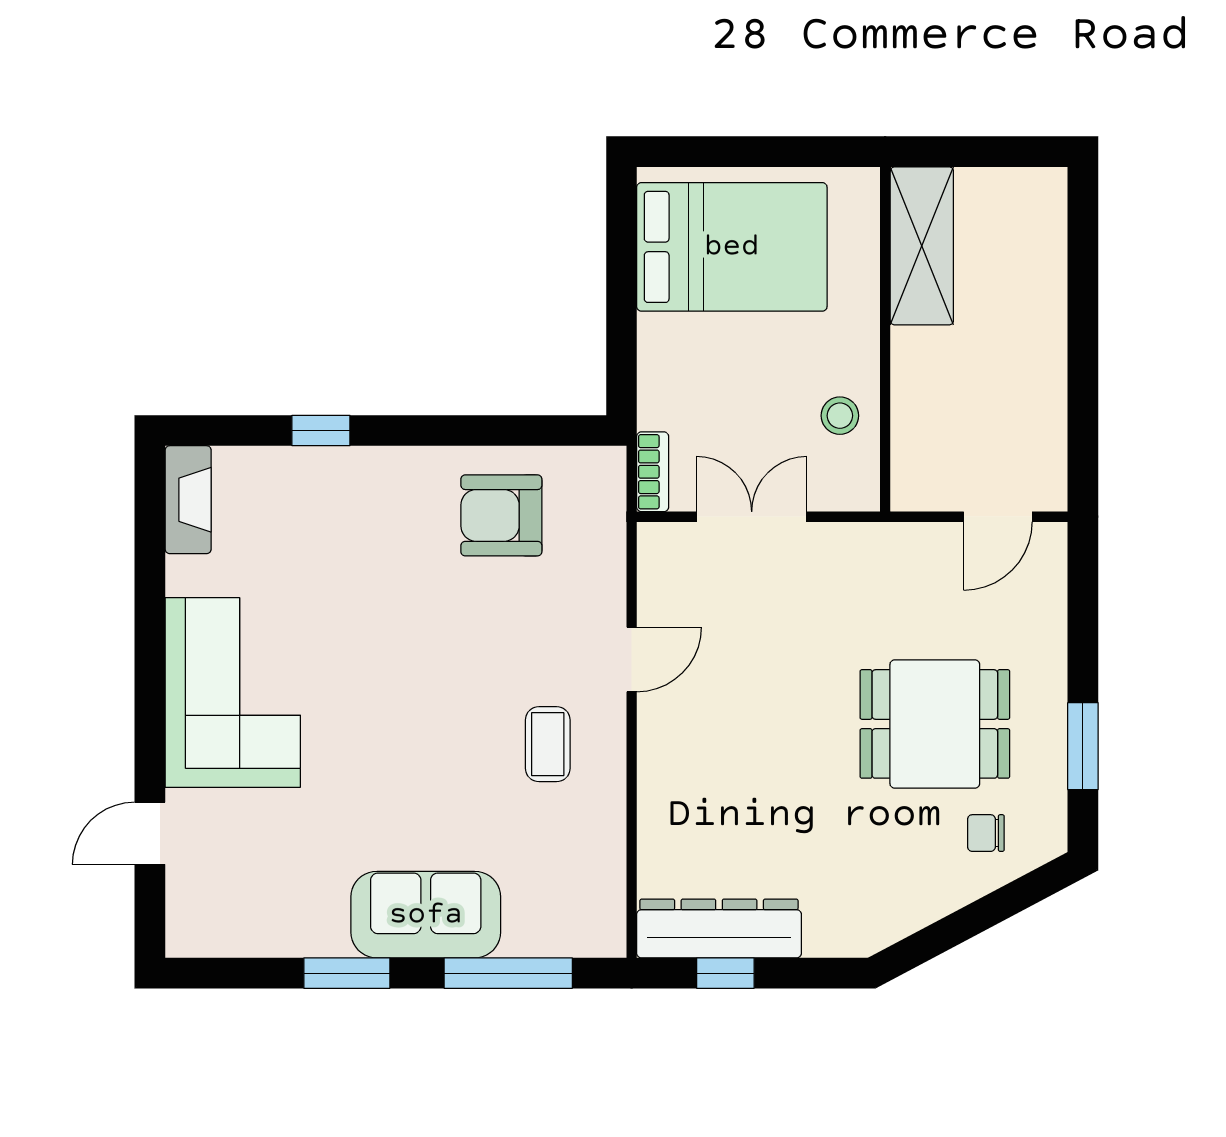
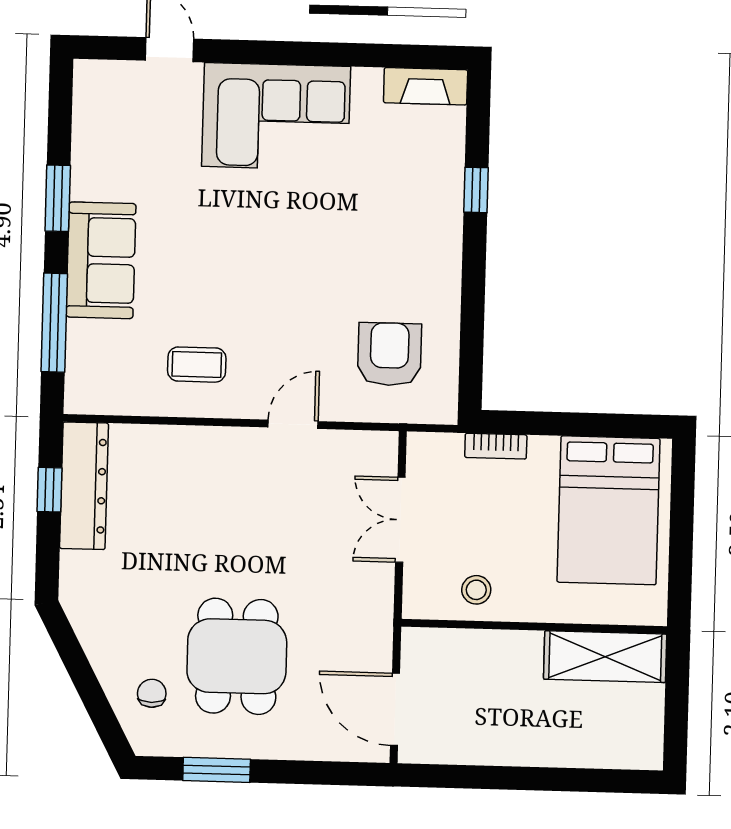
bookcase: (653, 472) -> (496, 446), moved
armchair: (501, 515) -> (390, 354), moved
double door: (752, 517) -> (400, 520), swing flipped
door: (998, 517) -> (395, 709), width x1.38
door: (632, 659) -> (293, 424), swing flipped
coffee table: (548, 744) -> (197, 365), moved

